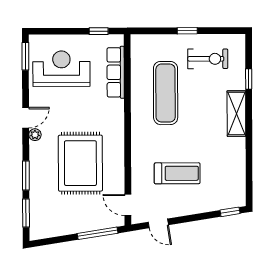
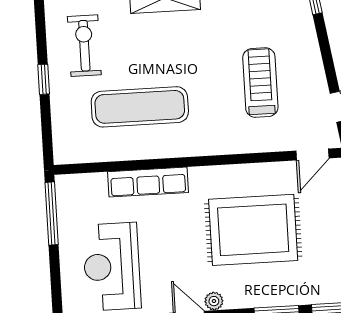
window: (99, 31) -> (52, 213), width x2.17
row of seats: (116, 72) -> (148, 182), moved

